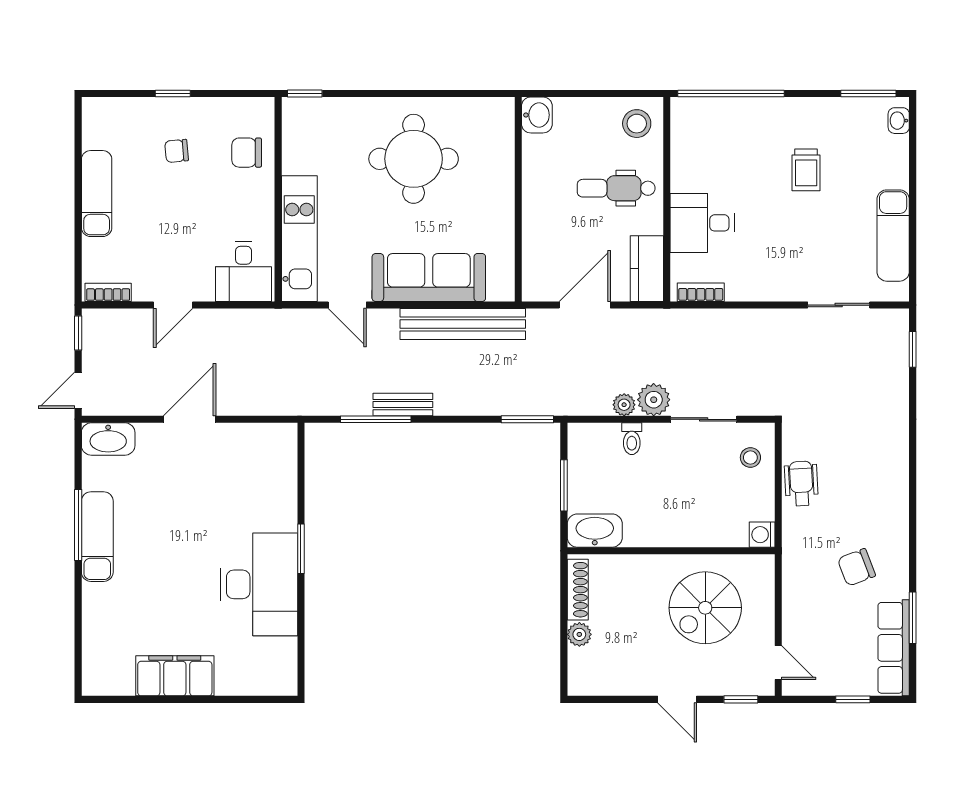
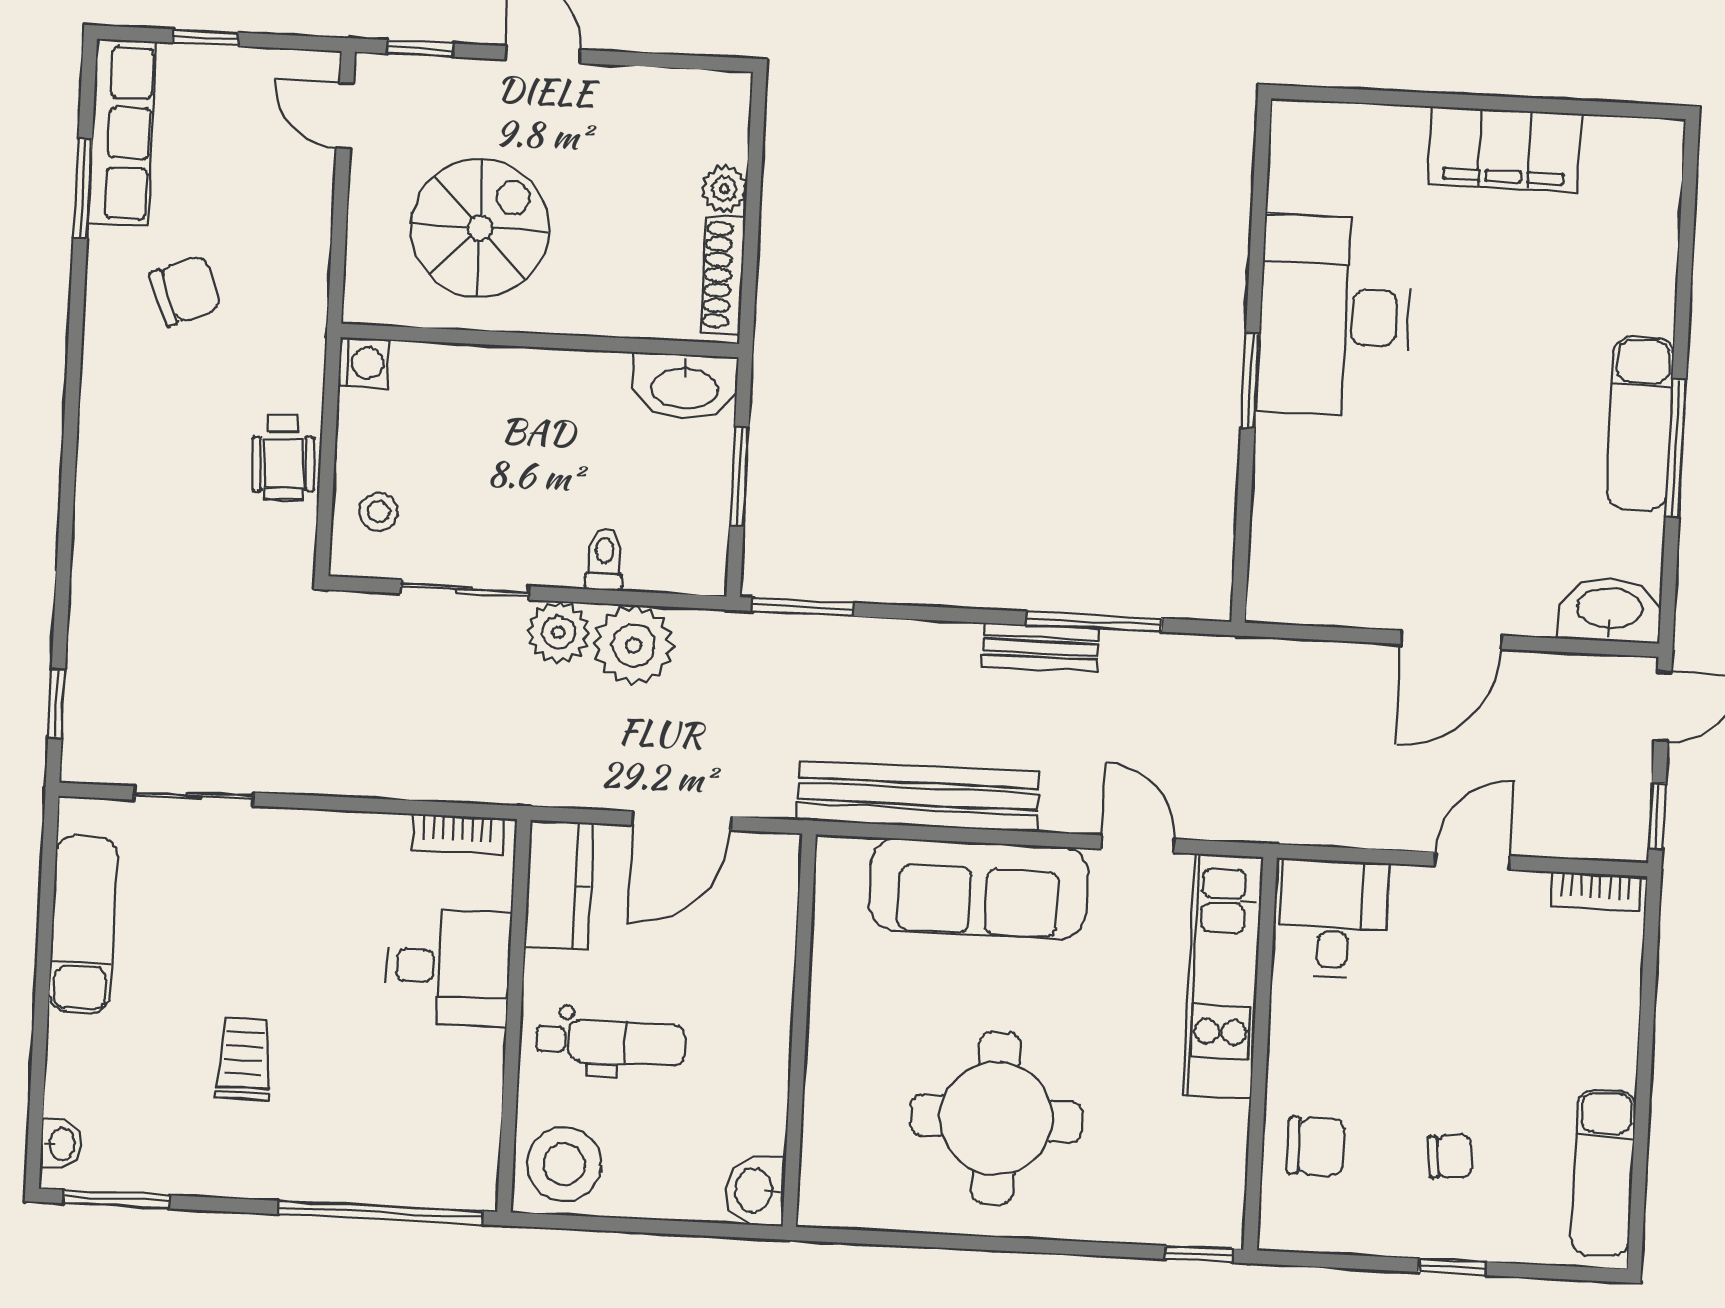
stool: (637, 124) -> (564, 1164), width x1.38, depth x1.38
exam couch: (97, 194) -> (1603, 1173), moved
plant: (624, 405) -> (634, 645), width x1.87, depth x1.87

